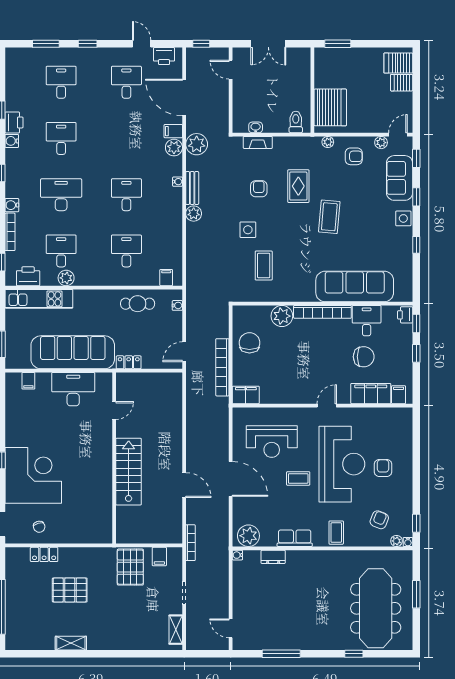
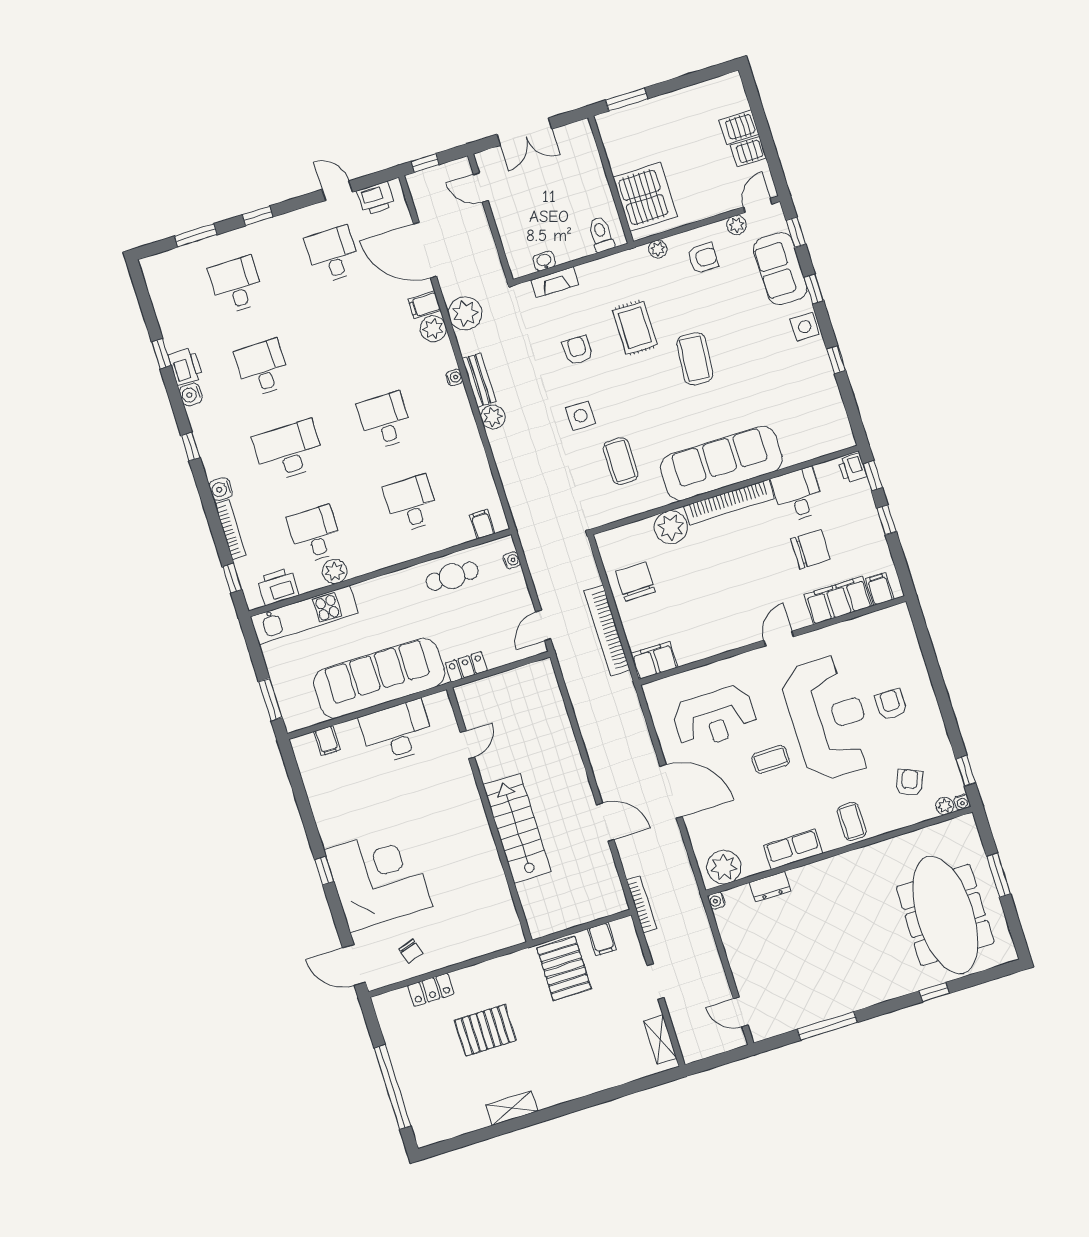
server rack: (398, 63) -> (748, 152), moved, width x0.73, depth x0.70
sofa: (355, 286) -> (721, 463), moved

